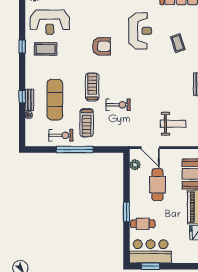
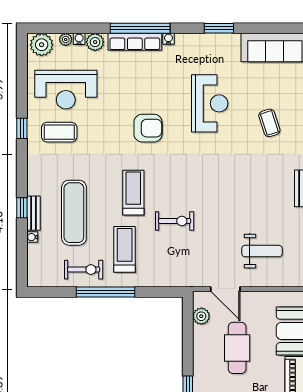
treadmill: (87, 123) -> (125, 249), turned 180

